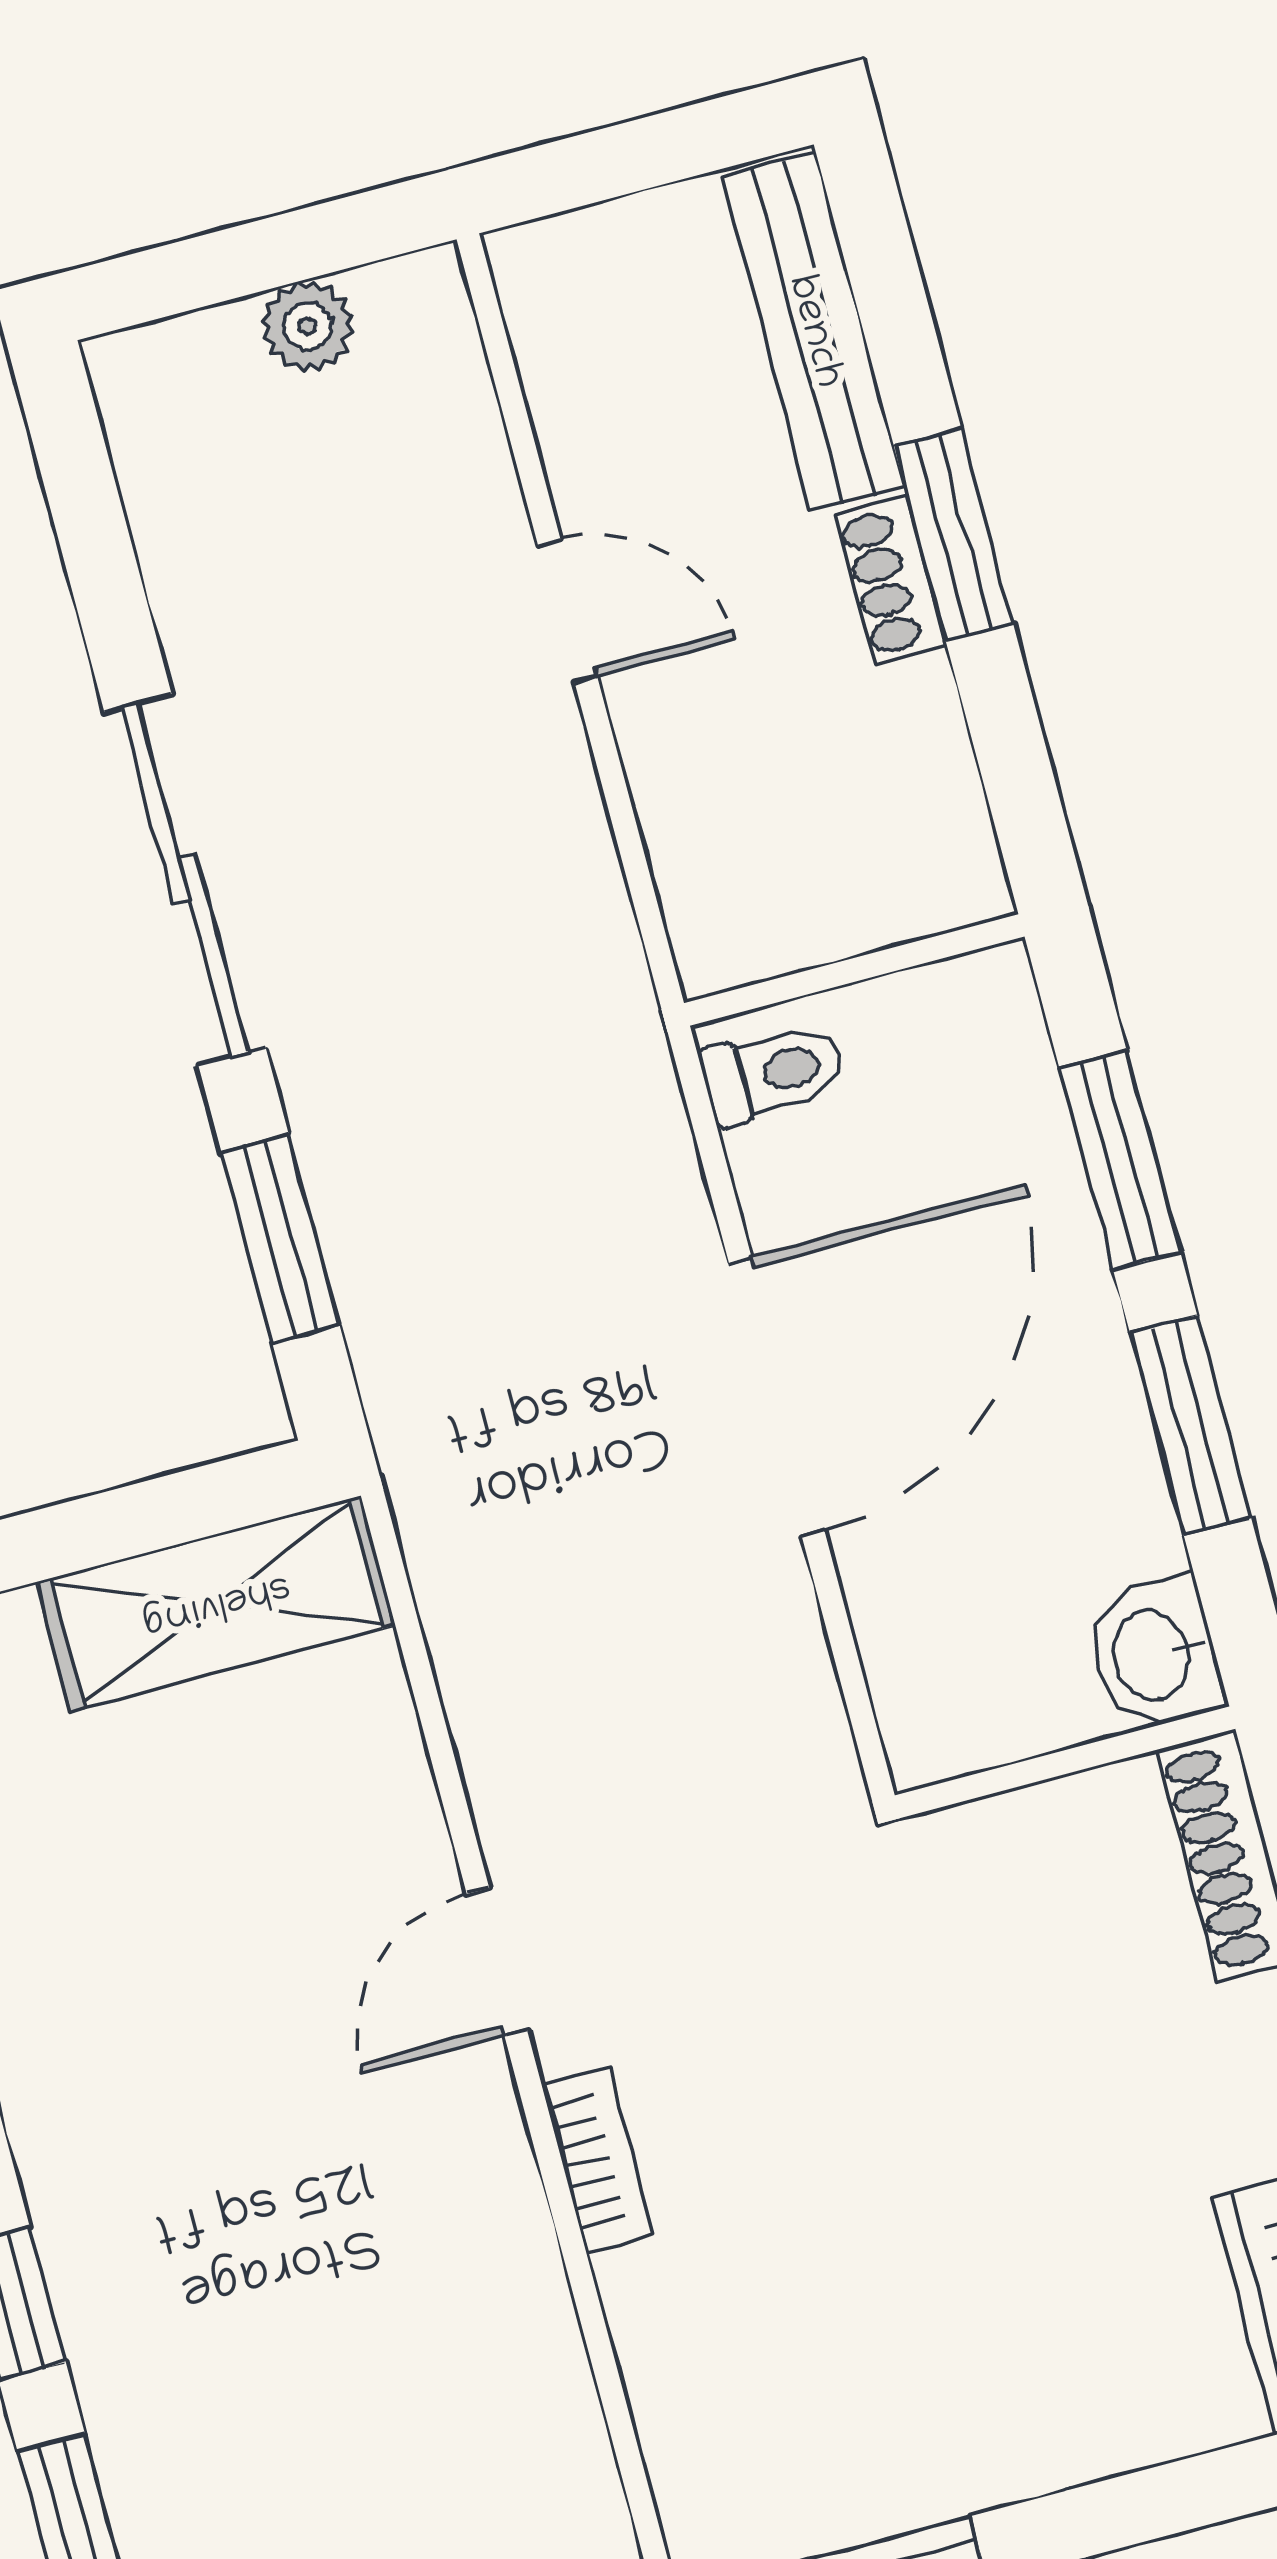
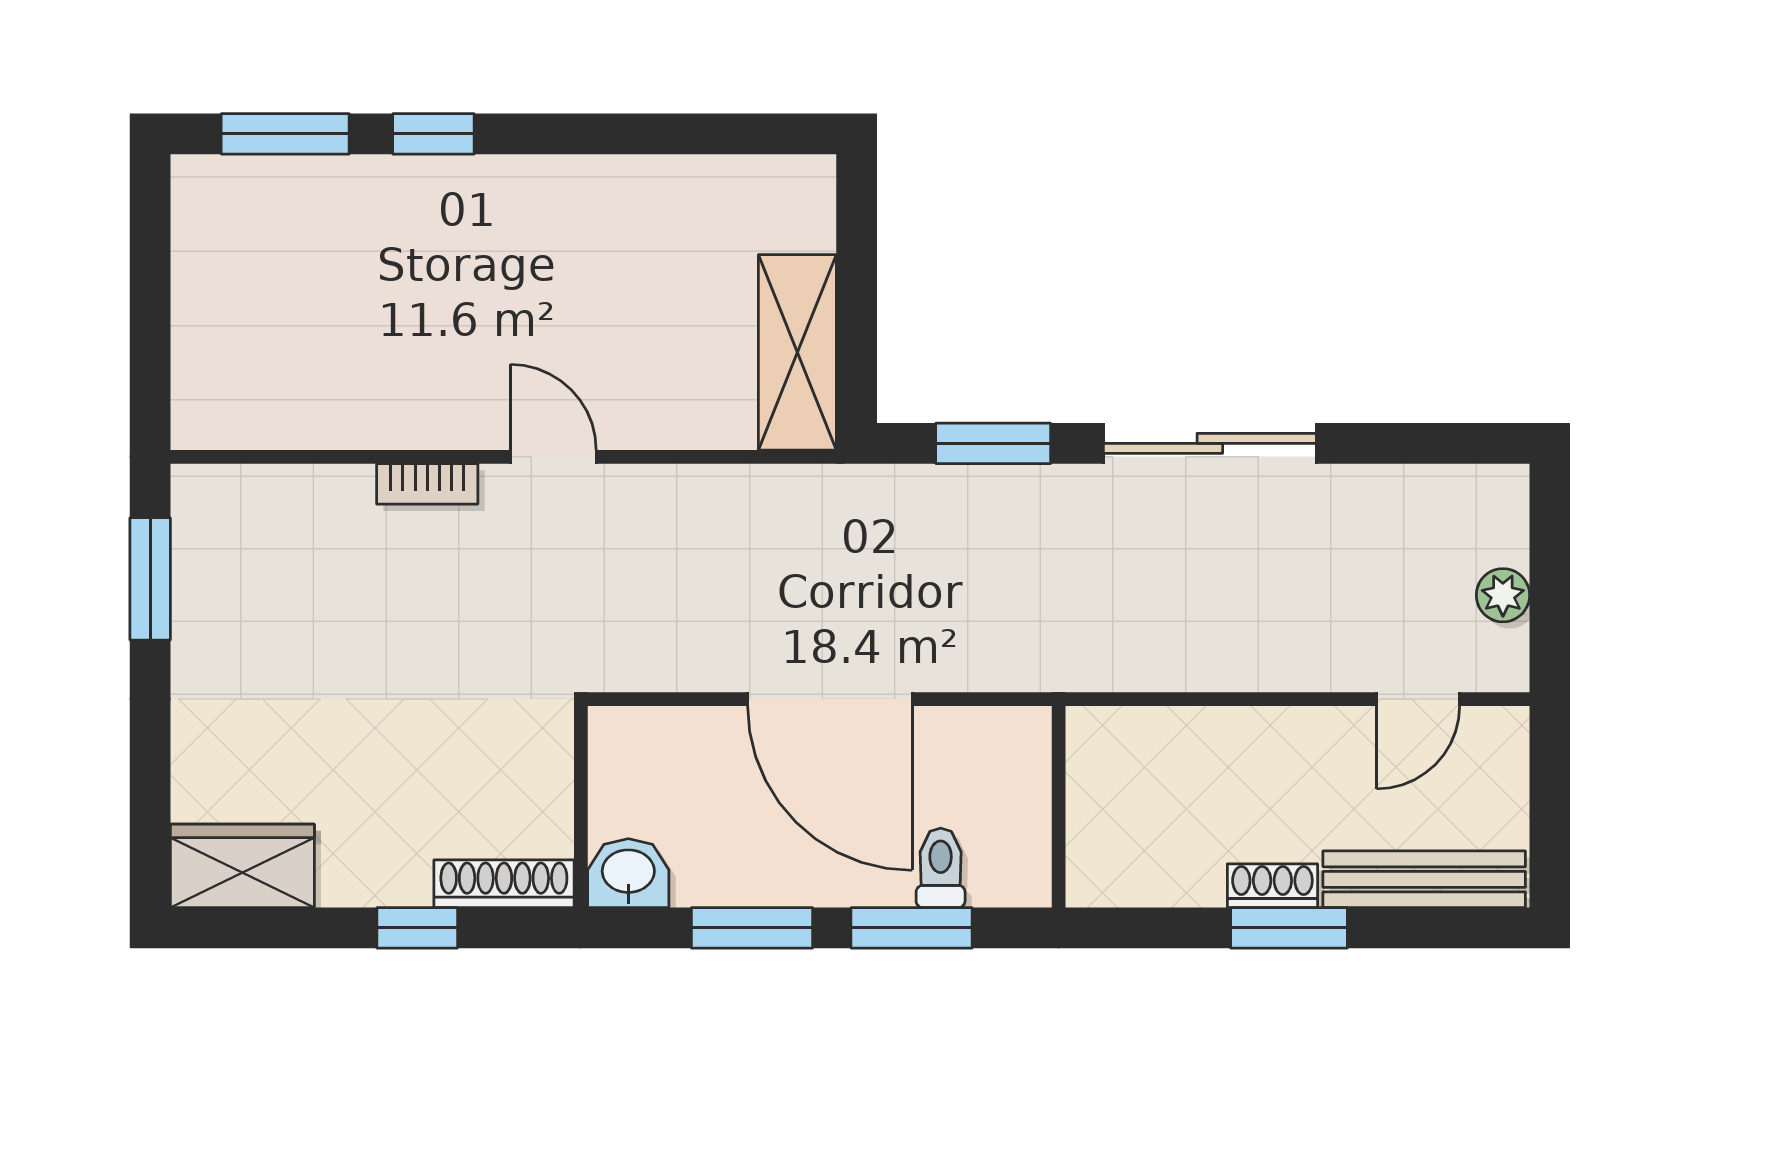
door: (568, 611) -> (1418, 699), moved
toilet: (773, 1073) -> (941, 868), moved, turned 180

